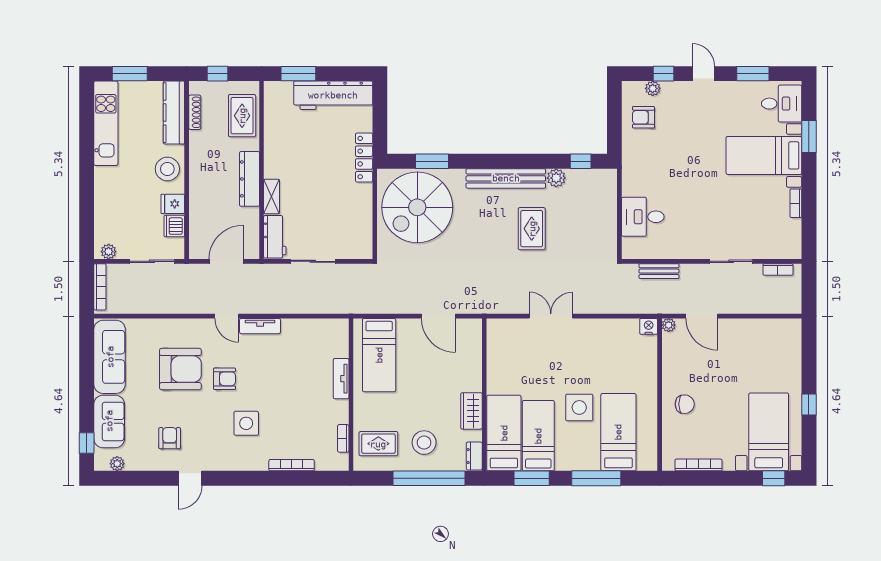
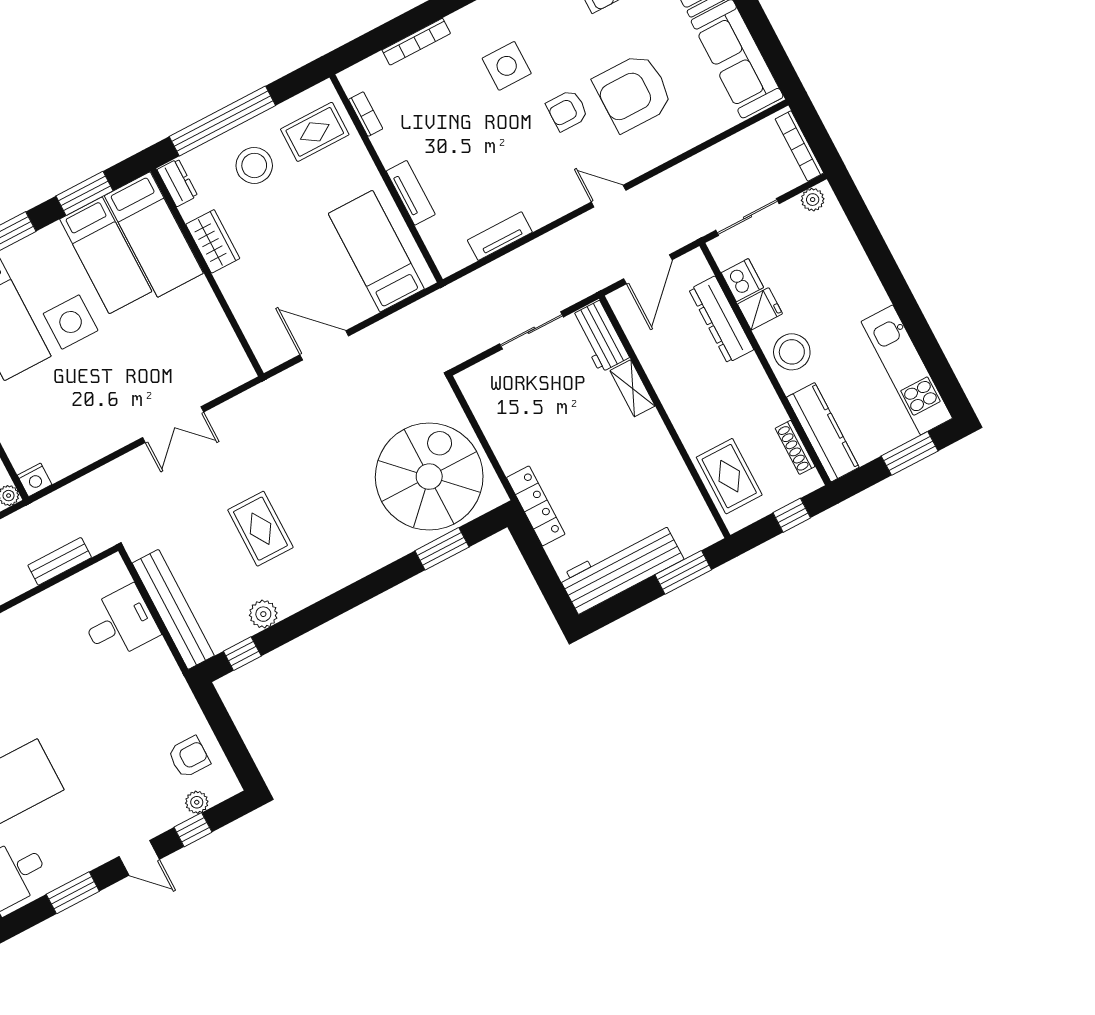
bench: (506, 178) -> (173, 609), moved, turned 90
dresser: (250, 179) -> (721, 320), moved, turned 180
tv unit: (260, 326) -> (500, 236), moved

